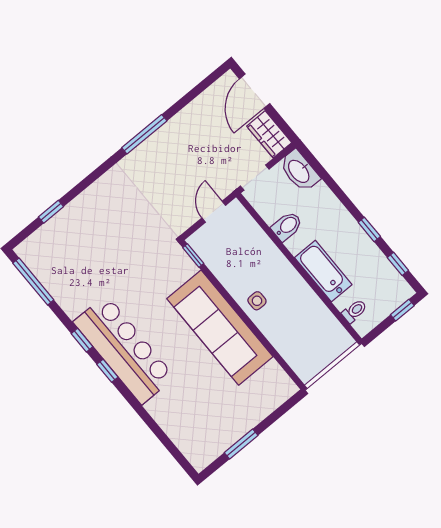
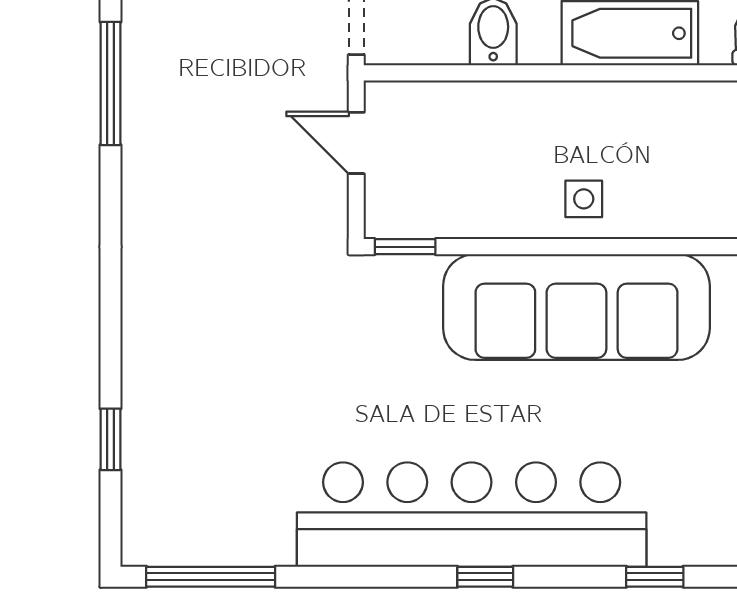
window: (144, 134) -> (111, 83), moved
window: (82, 340) -> (655, 577), moved
bar counter: (124, 350) -> (472, 515), width x1.36

